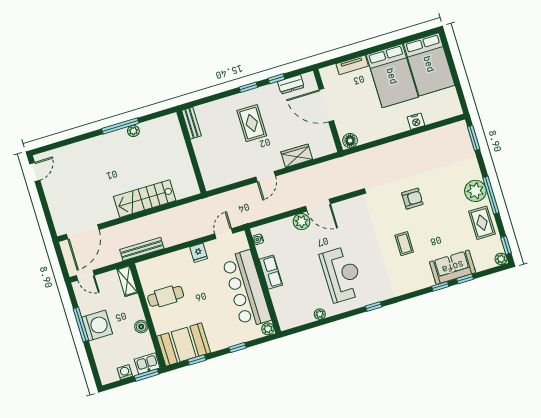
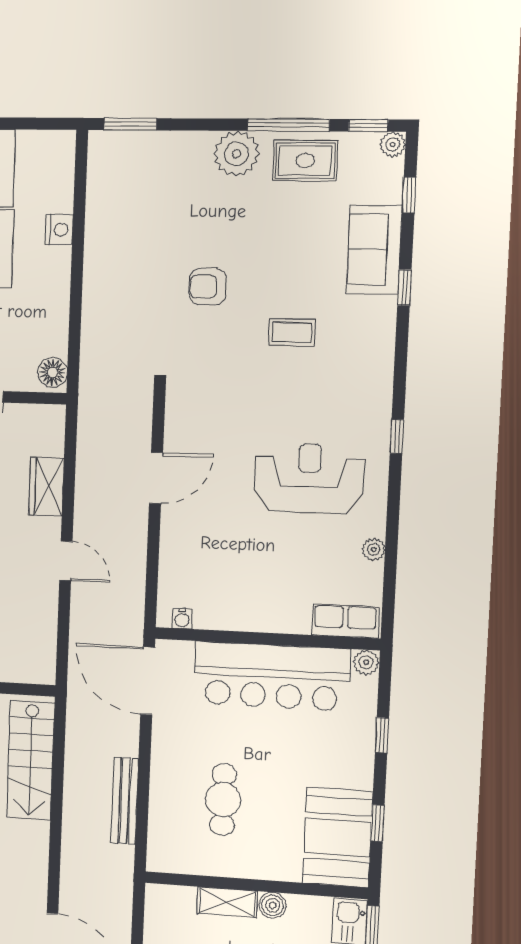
window: (491, 195) -> (288, 125), moved
stairs: (145, 199) -> (31, 760), moved
armchair: (412, 199) -> (208, 287), turned -90
plant: (302, 222) -> (177, 522), removed
door: (224, 234) -> (148, 681), width x1.87
bench: (142, 249) -> (125, 801), moved
fridge: (199, 253) -> (168, 742), removed
row of seats: (271, 272) -> (345, 621), moved
window: (465, 279) -> (409, 195), moved
shelving: (127, 281) -> (227, 902), moved
cafe table: (166, 296) -> (223, 800), moved

